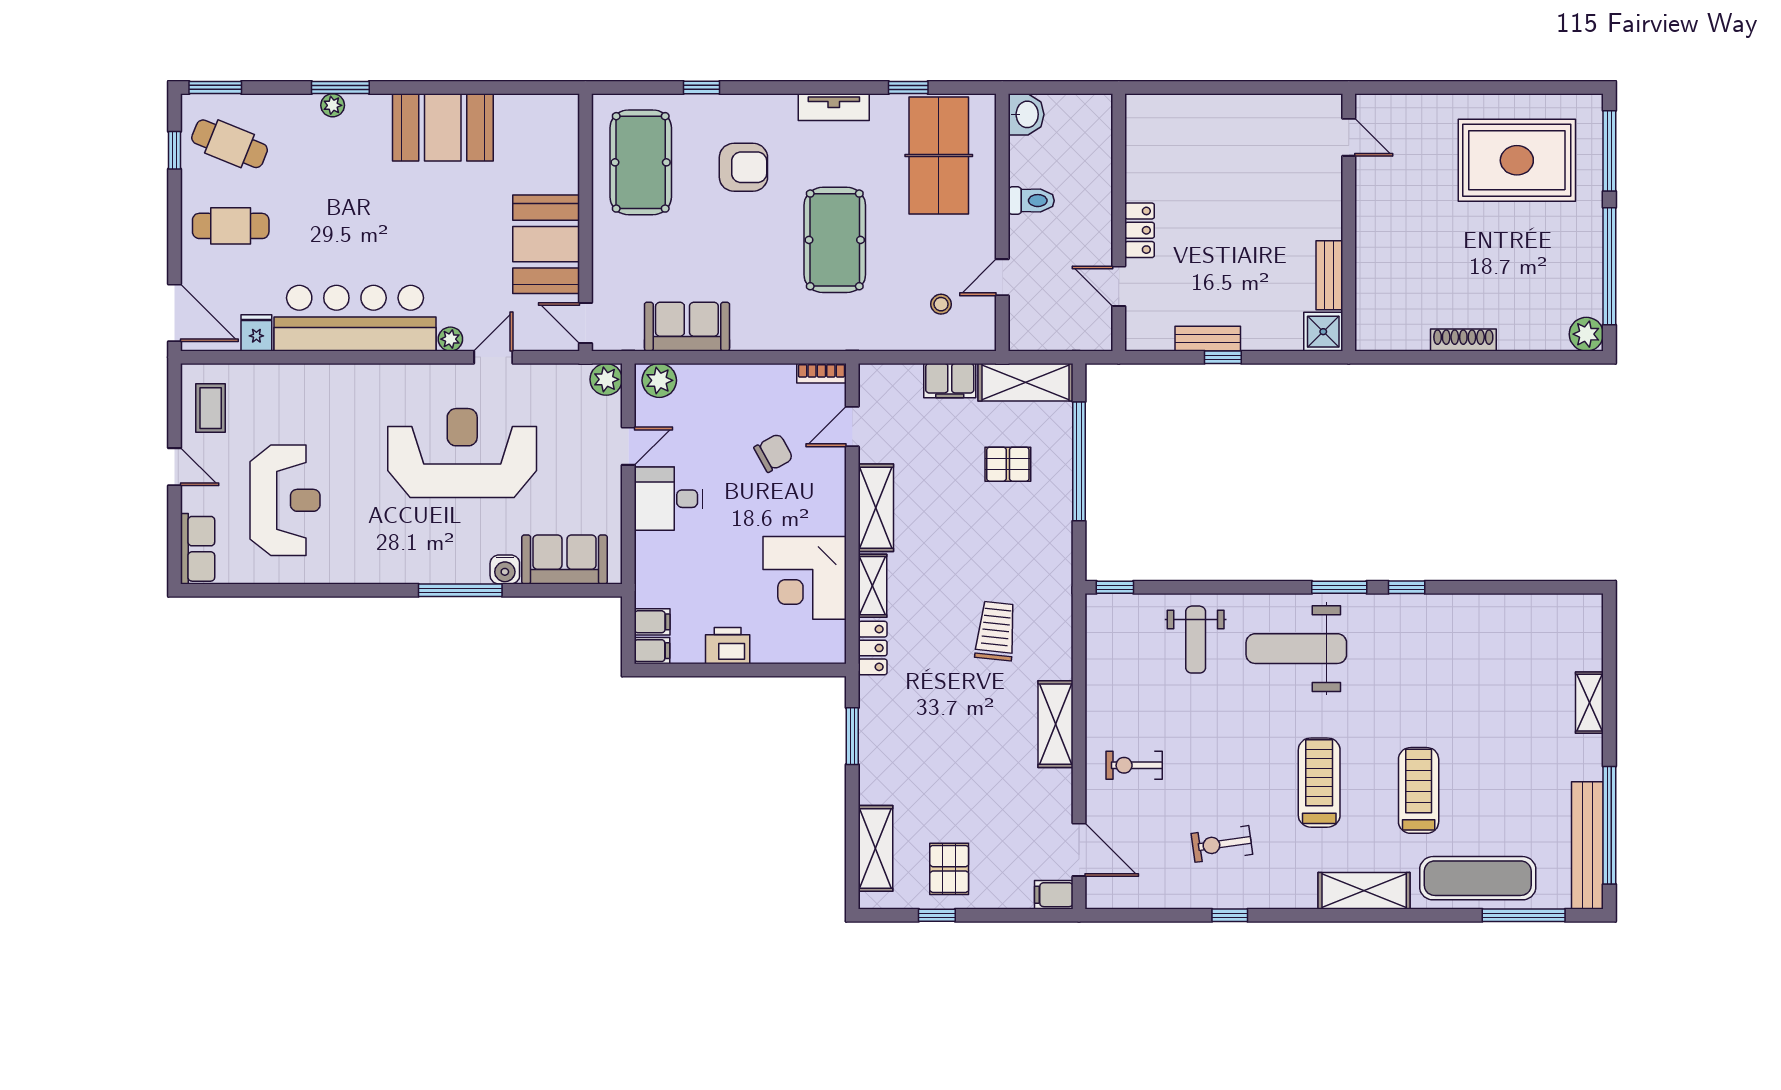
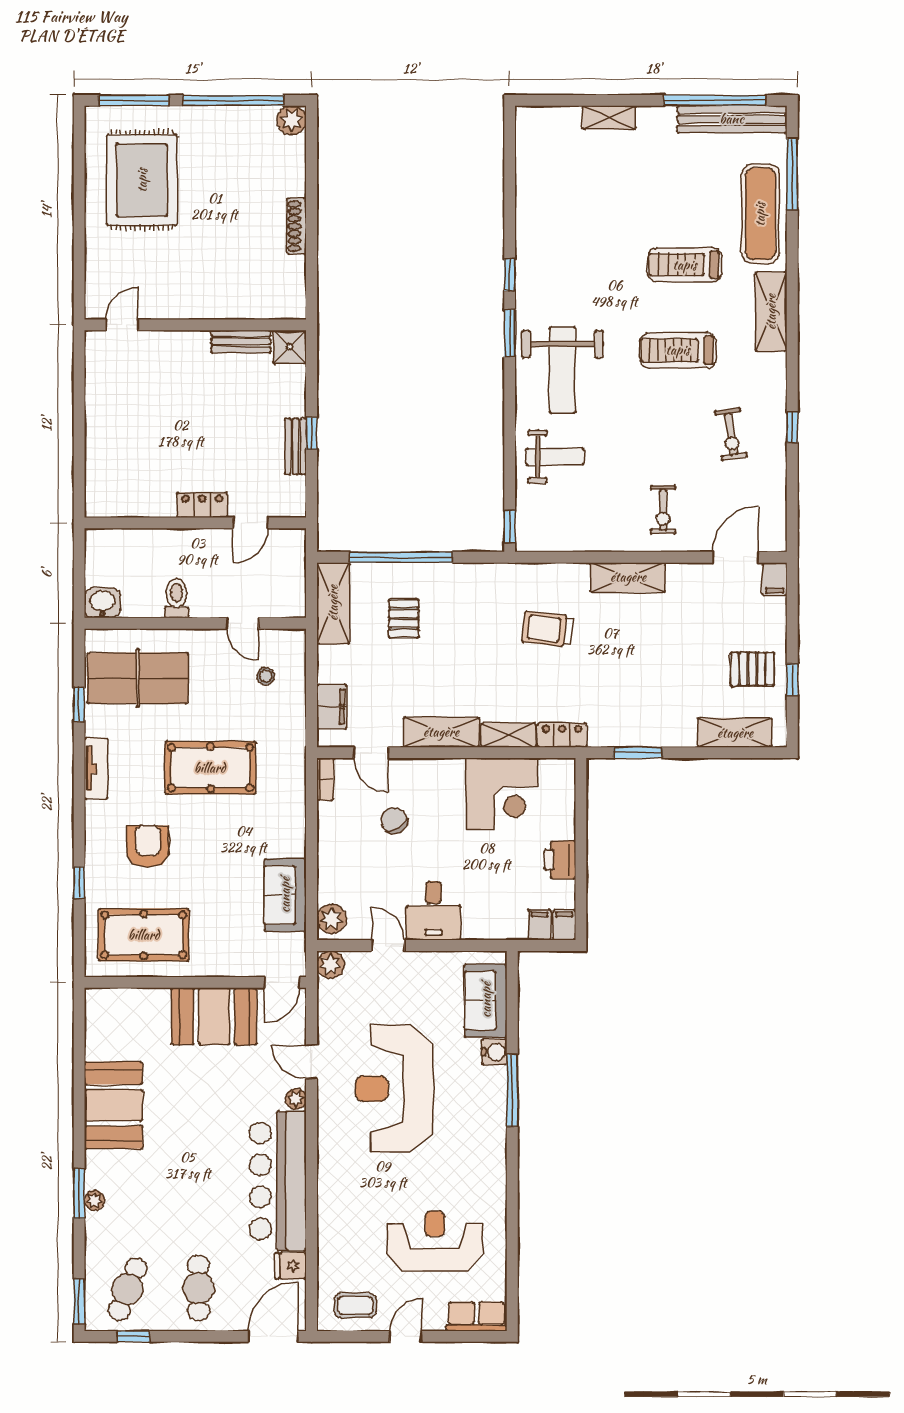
filing cabinet: (950, 381) -> (332, 707), moved

